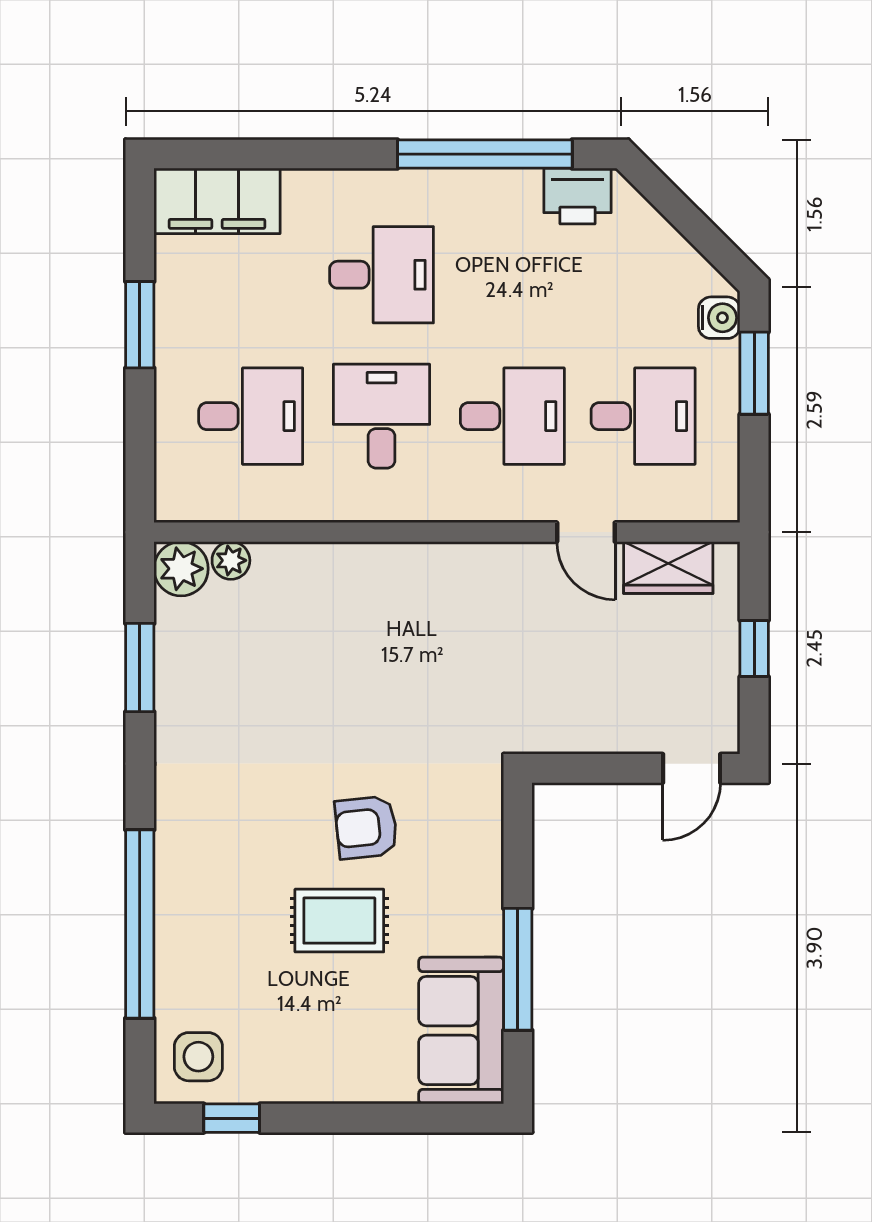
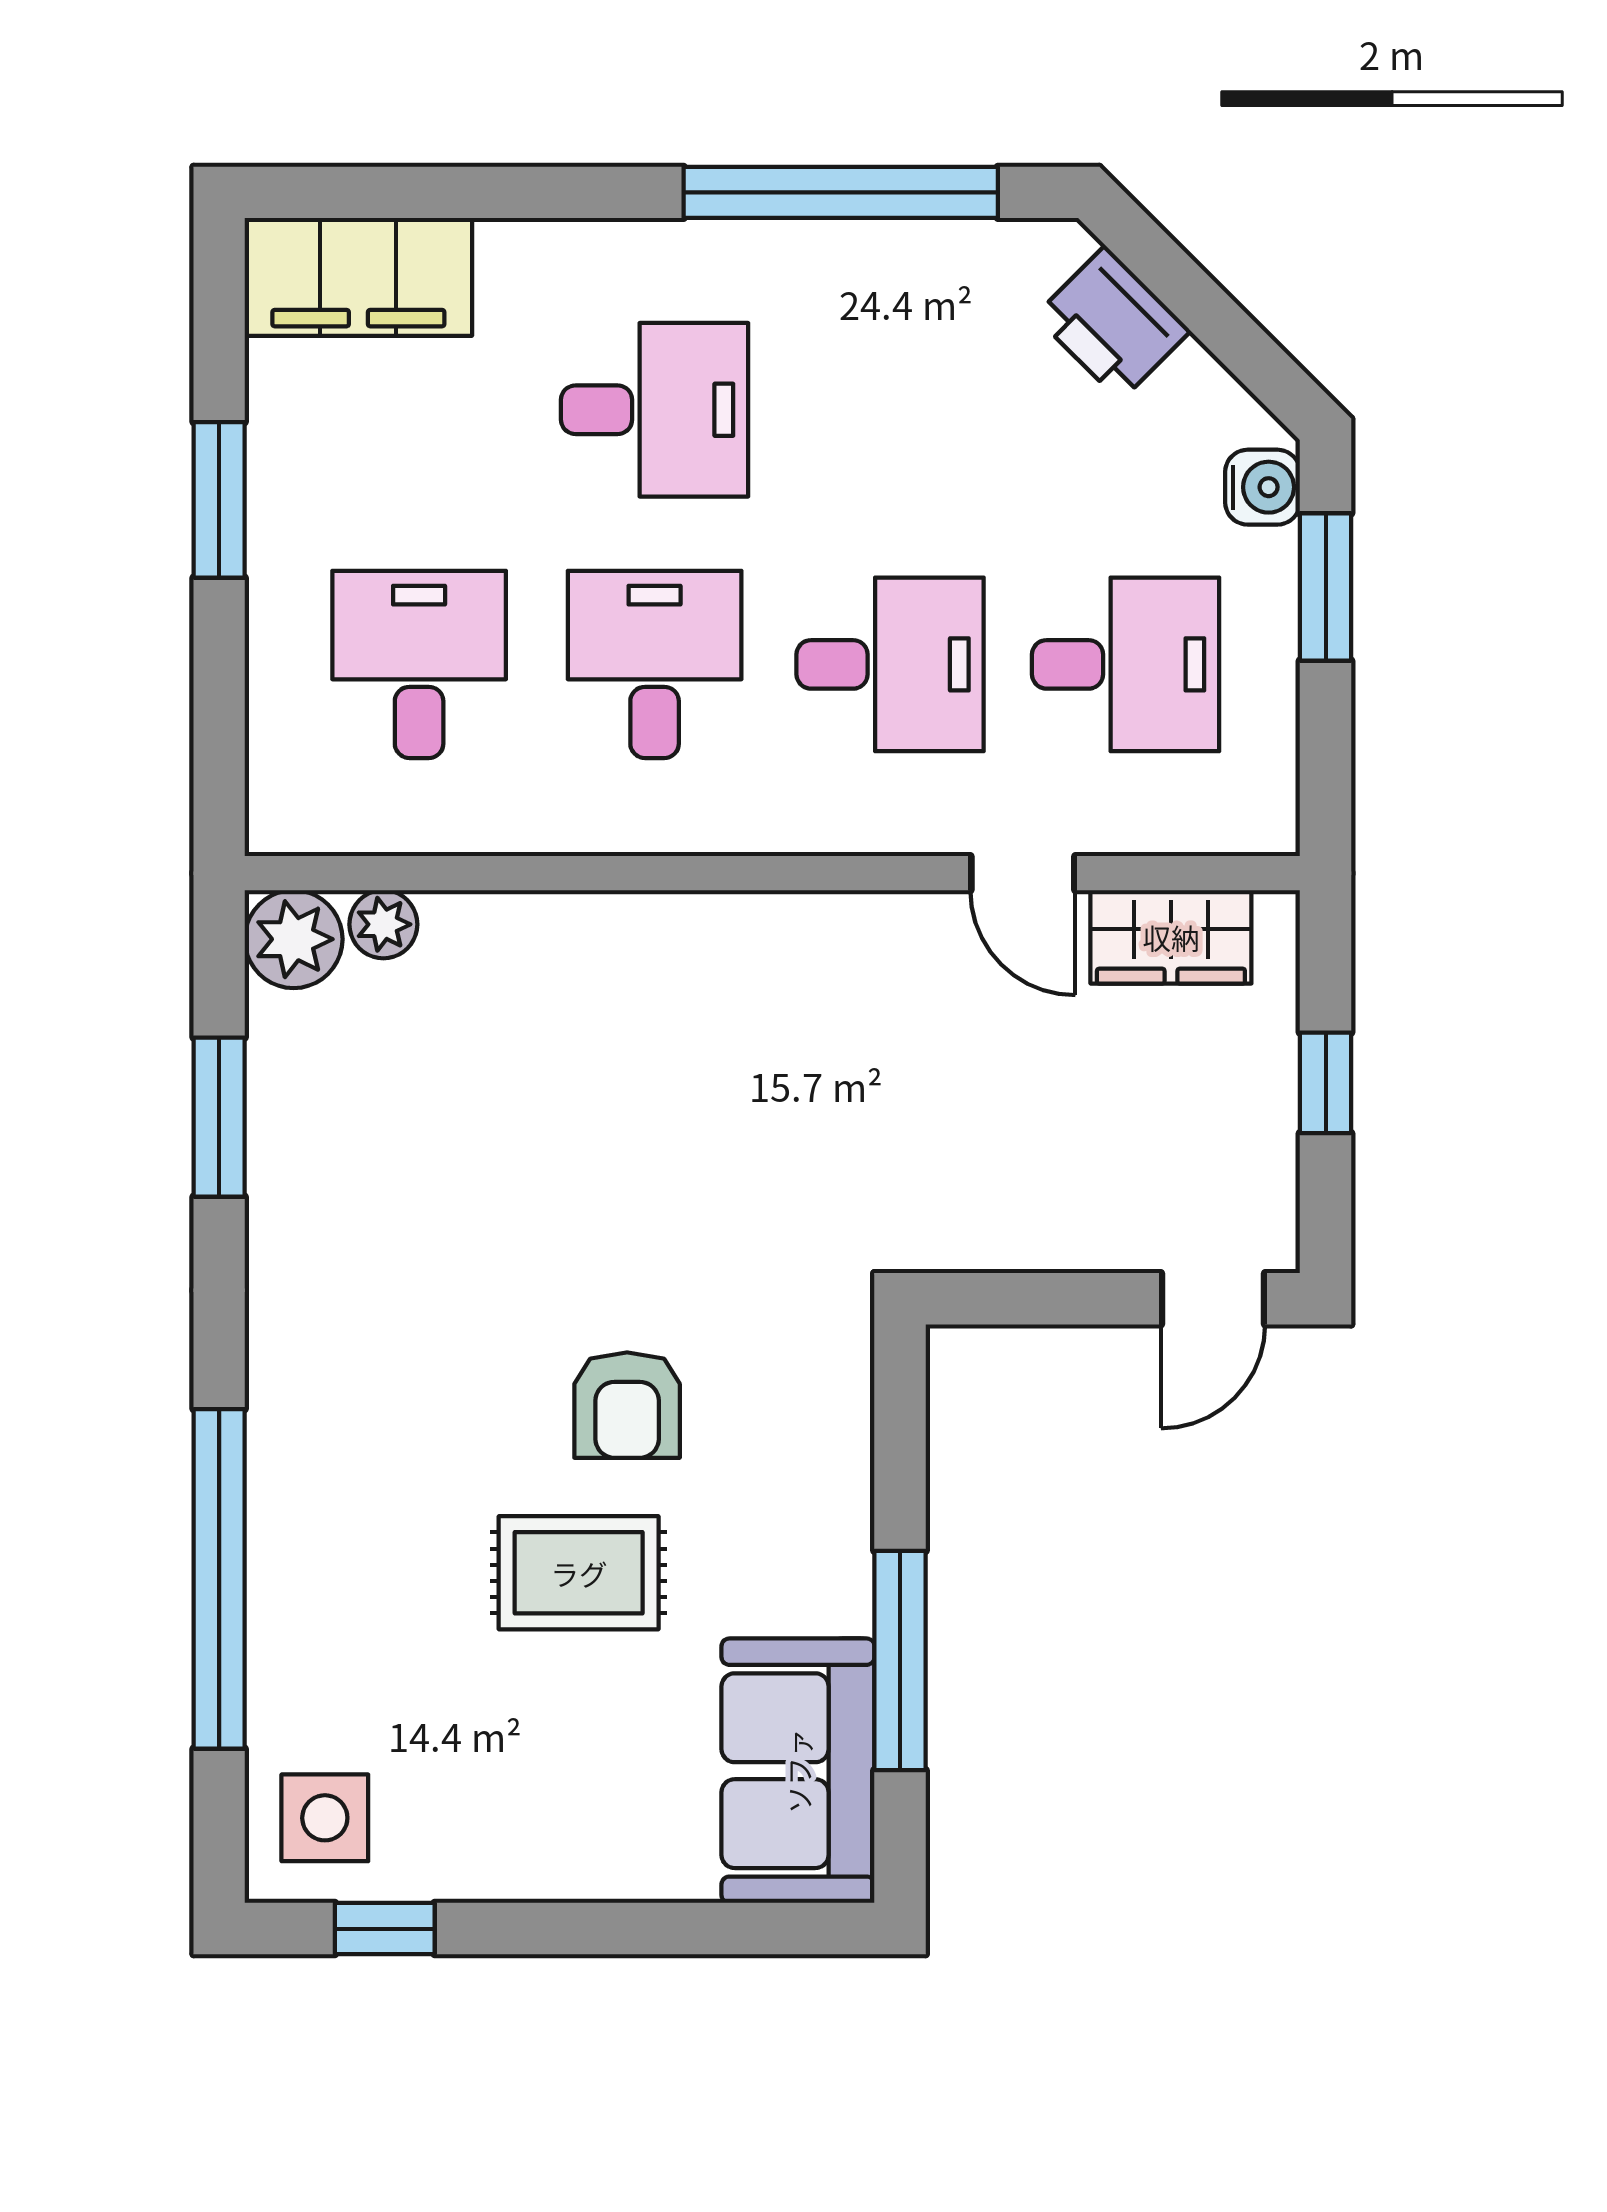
printer: (577, 196) -> (1113, 323), moved, turned 45
desk: (251, 416) -> (419, 664), turned -90
armchair: (366, 827) -> (627, 1405), turned -84

